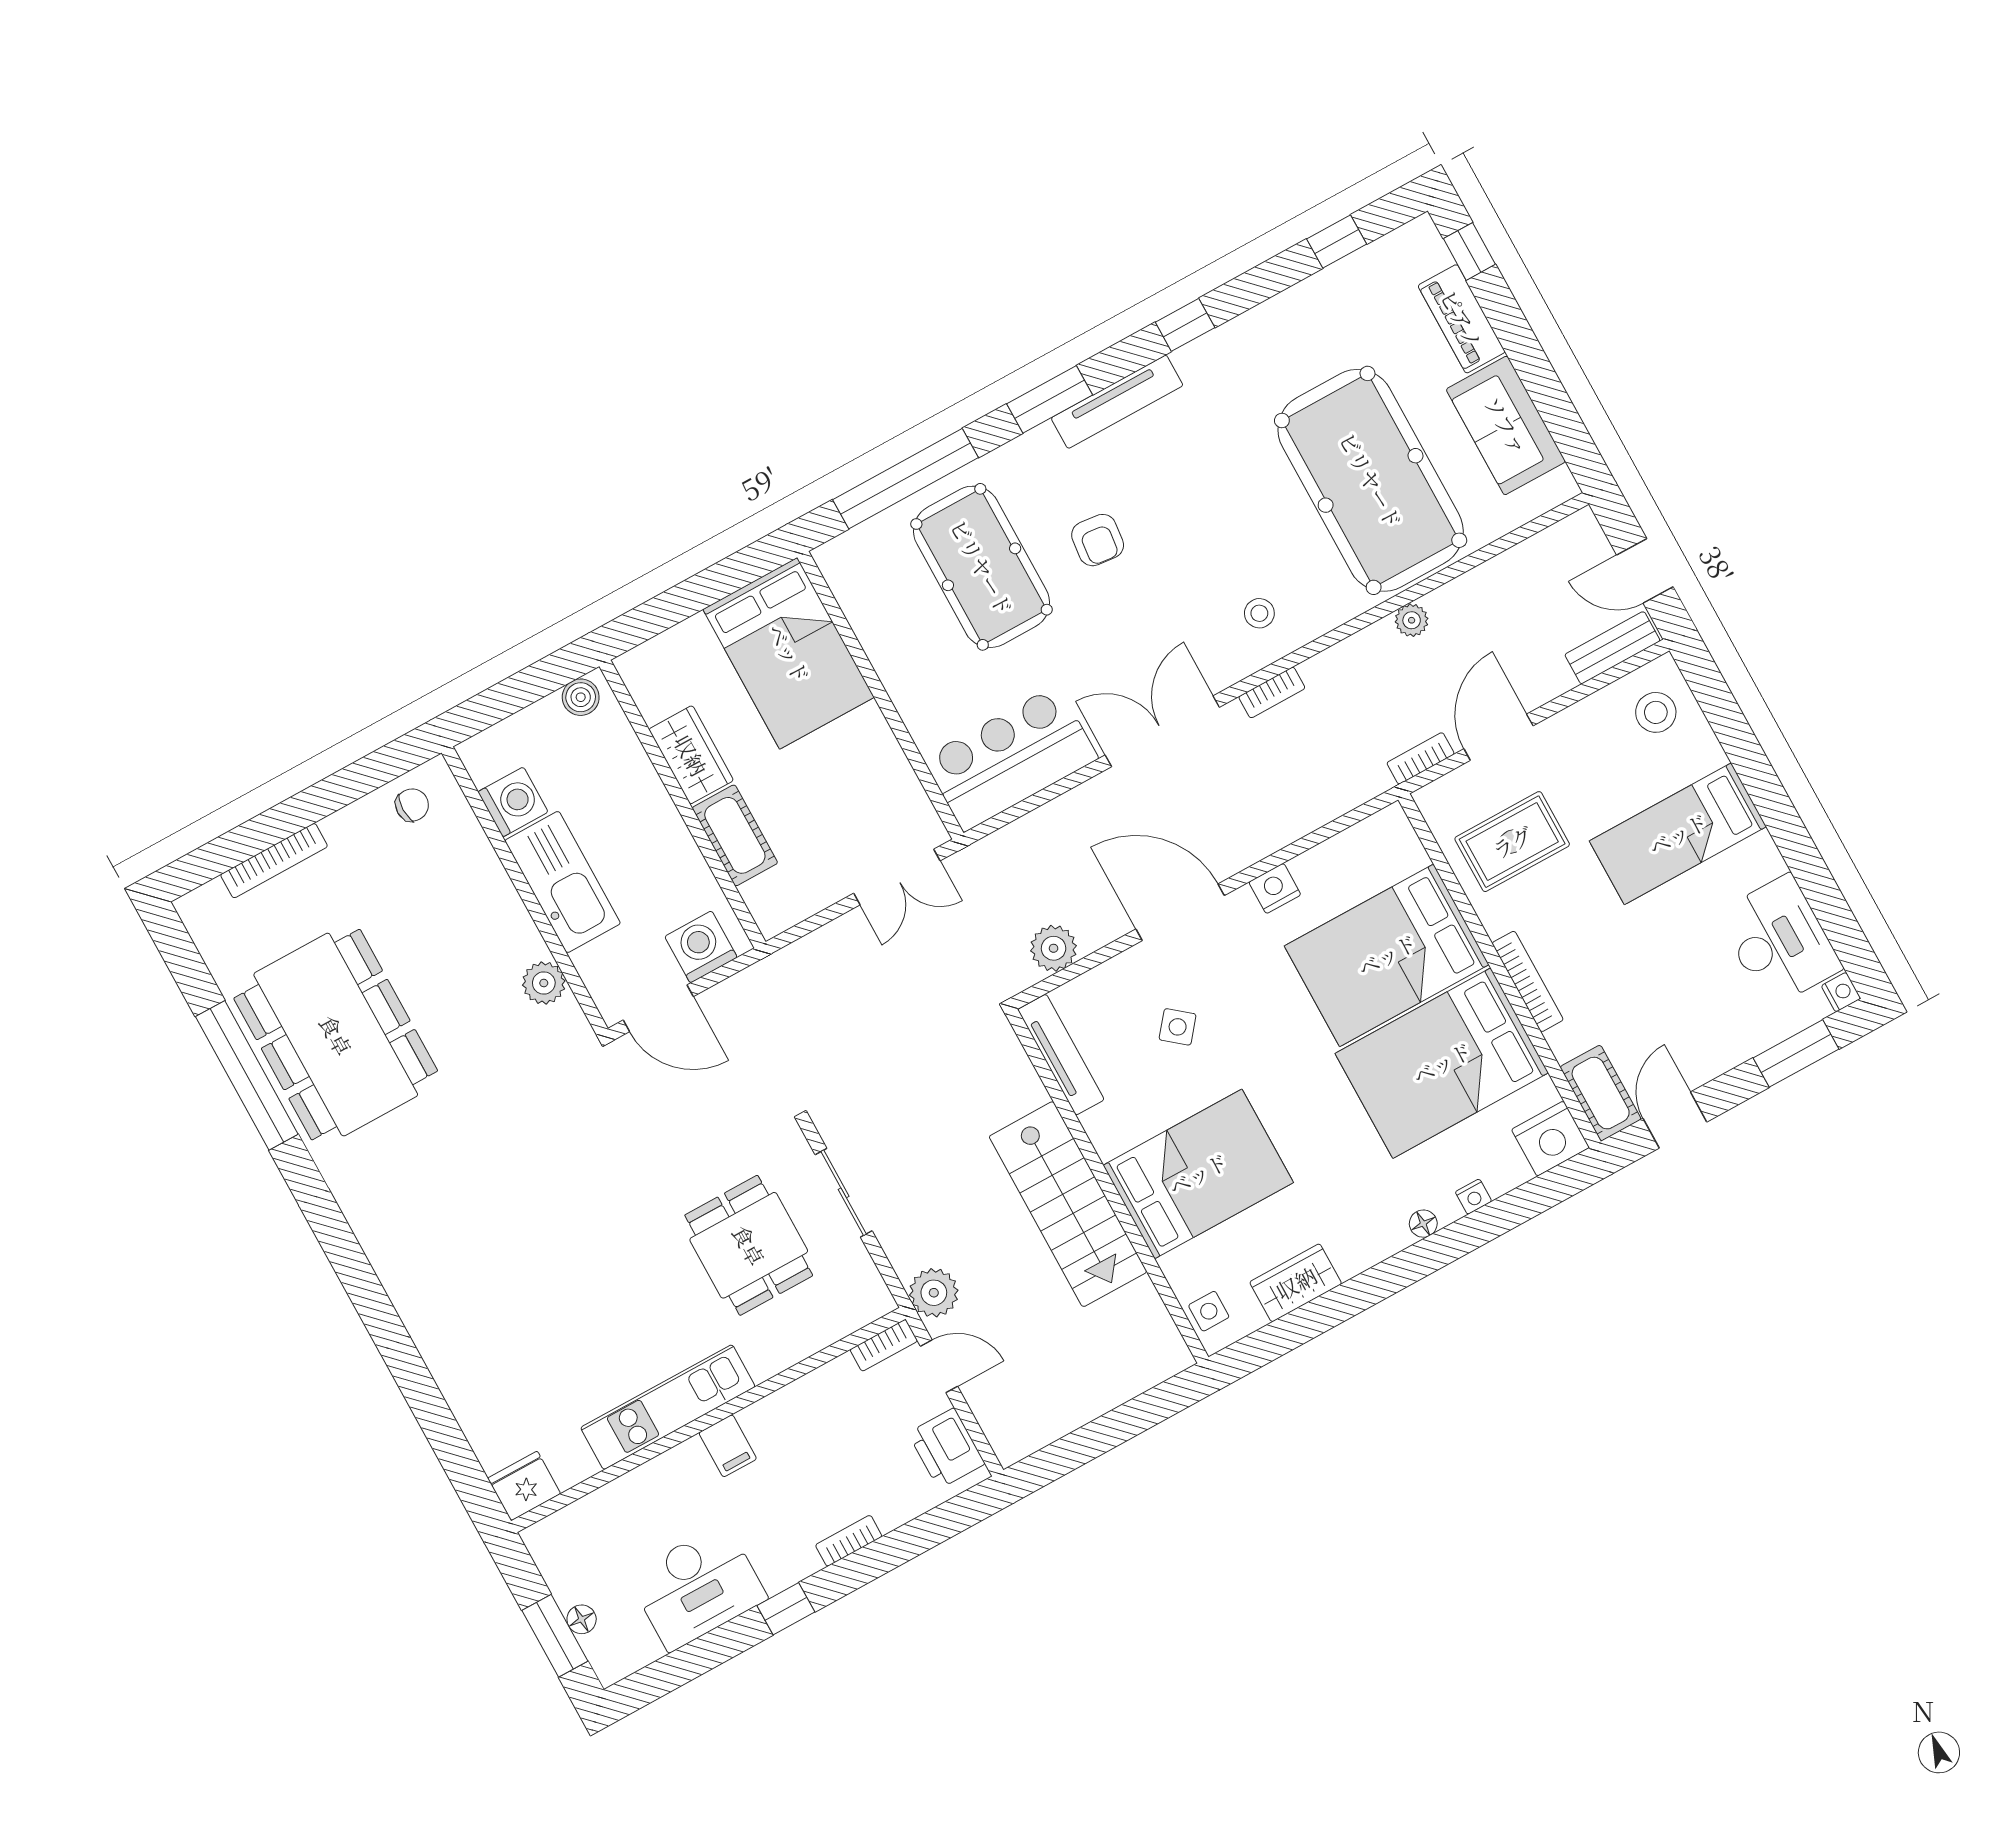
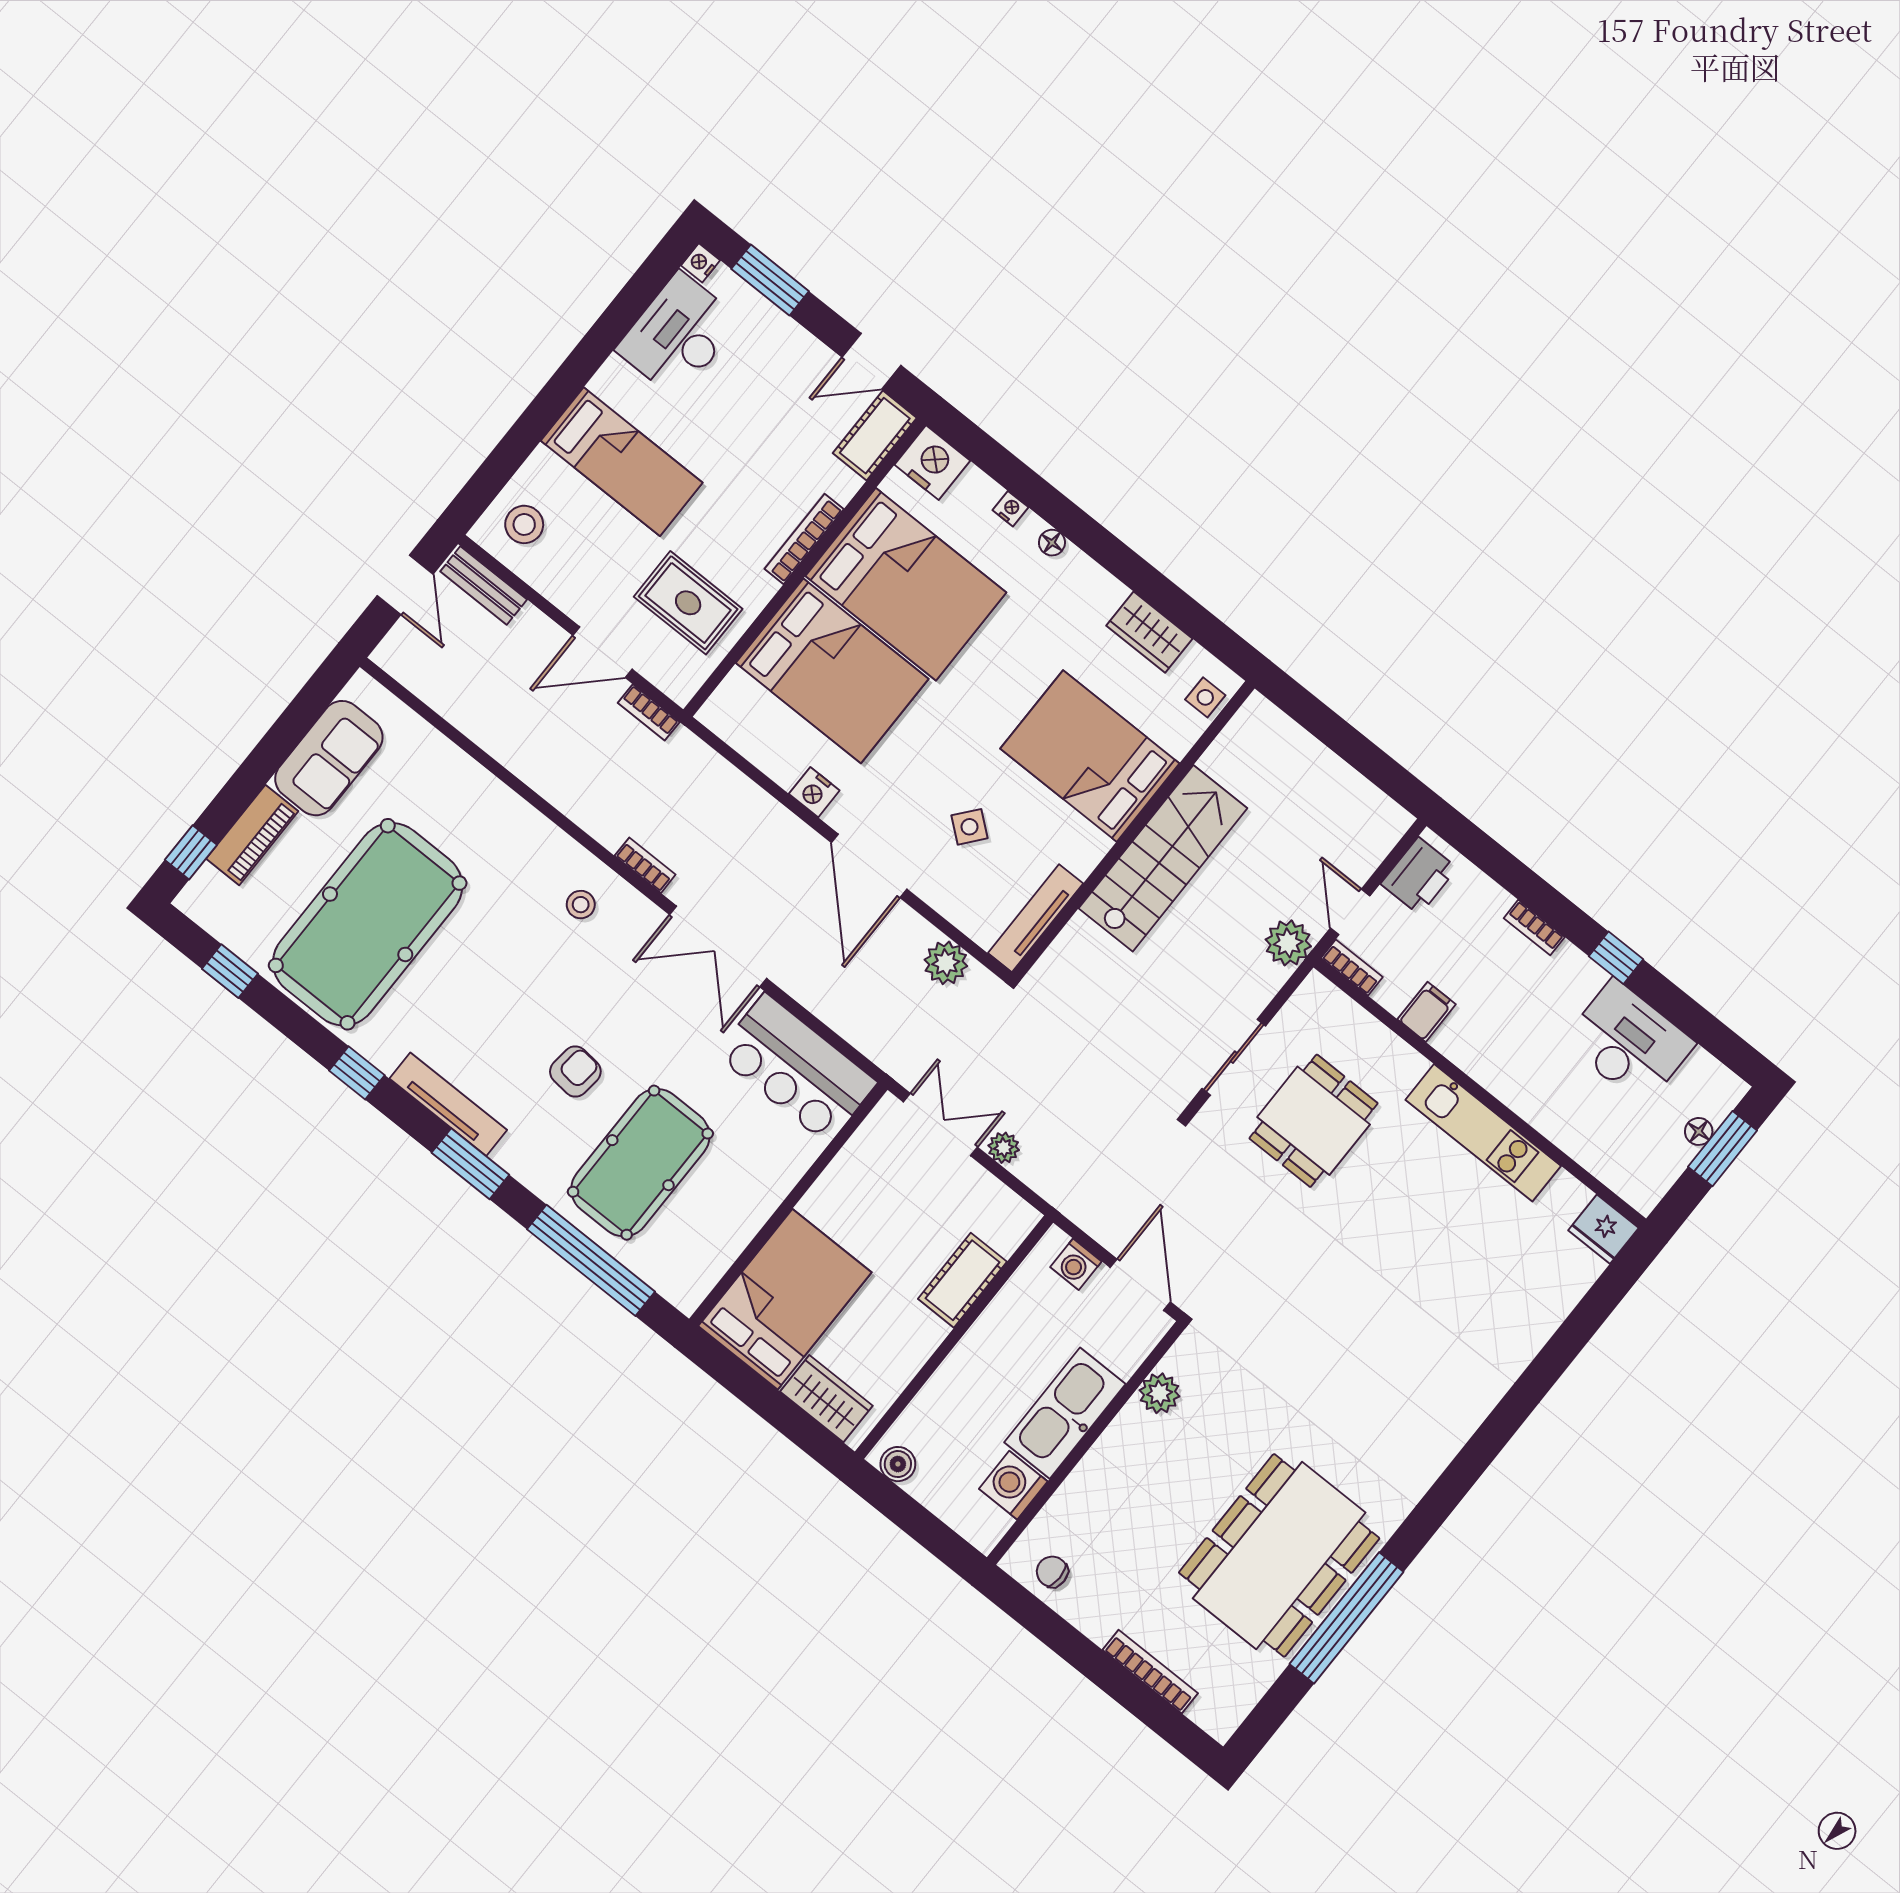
pool table: (1371, 480) -> (368, 924), moved
plant: (1412, 620) -> (1004, 1148), moved
wardrobe: (691, 755) -> (826, 1399), moved, turned 90
washing machine: (701, 947) -> (1076, 1264), width x0.73, depth x0.73
filing cabinet: (728, 1446) -> (1427, 1012), moved

